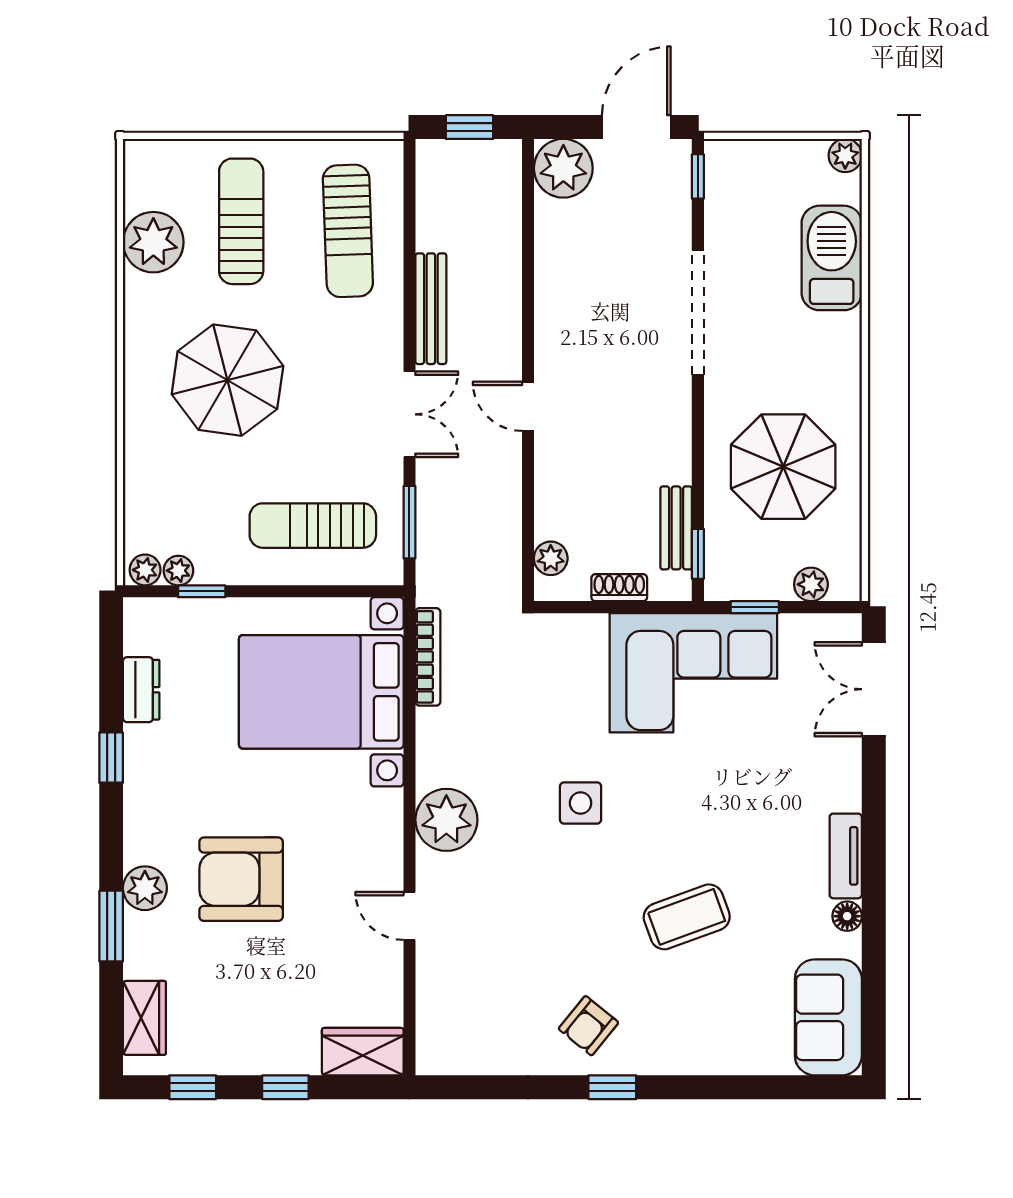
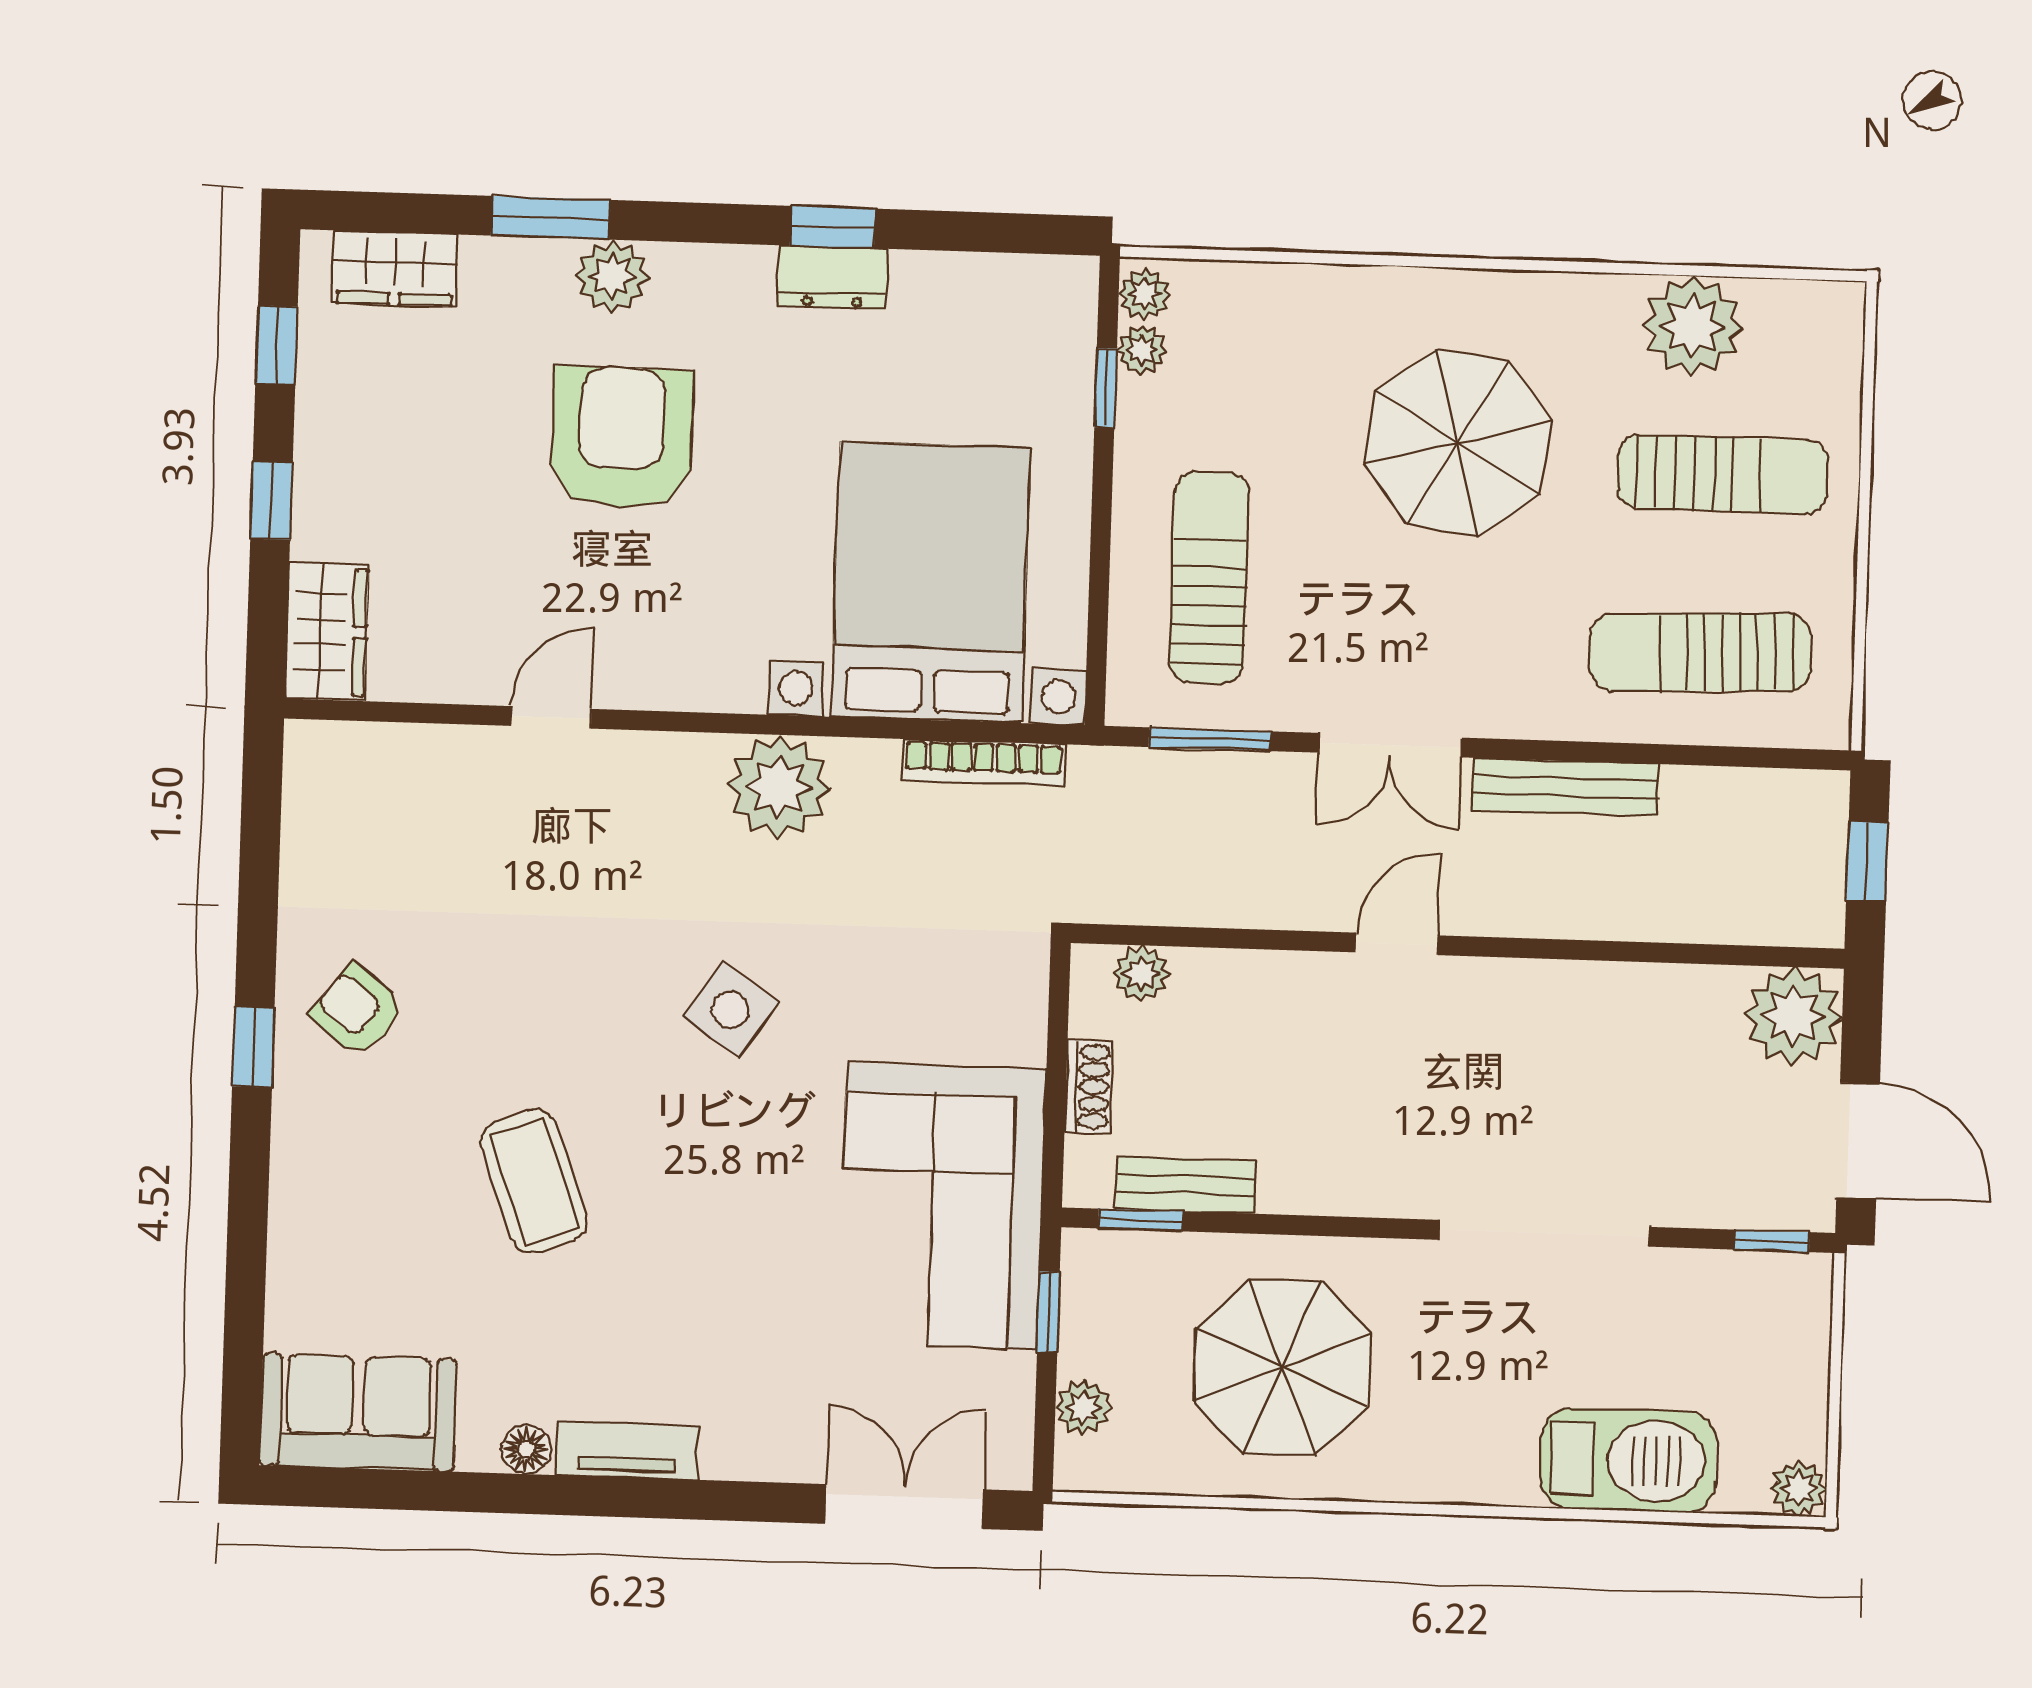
dresser: (141, 690) -> (833, 278), moved
side table: (581, 803) -> (730, 1010), turned 34
plant: (446, 820) -> (779, 787), moved

